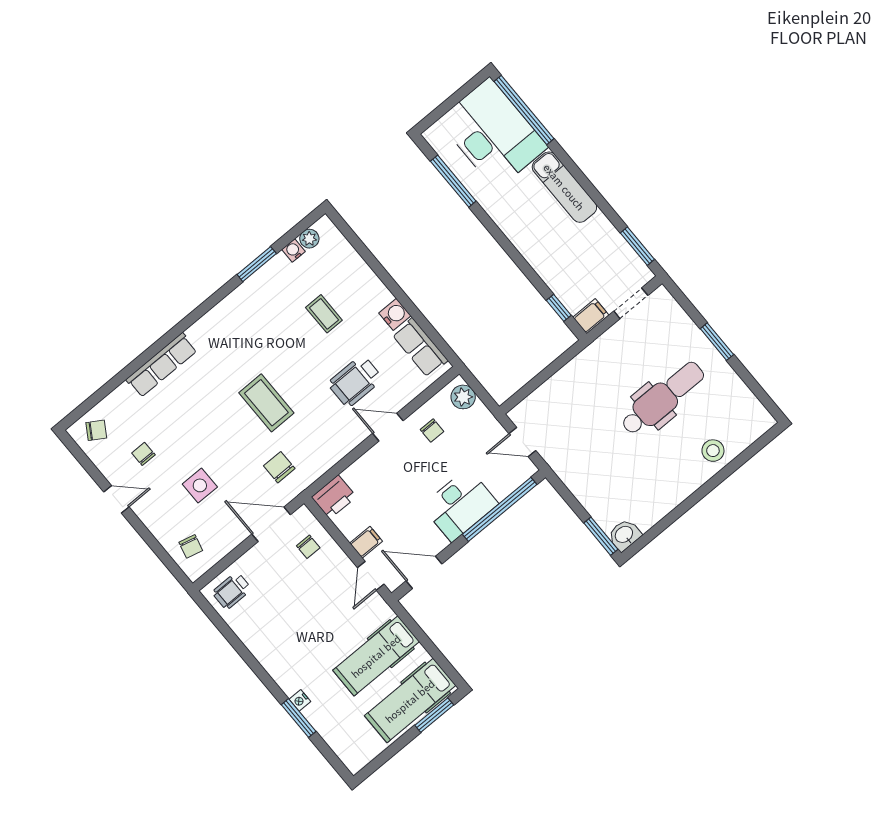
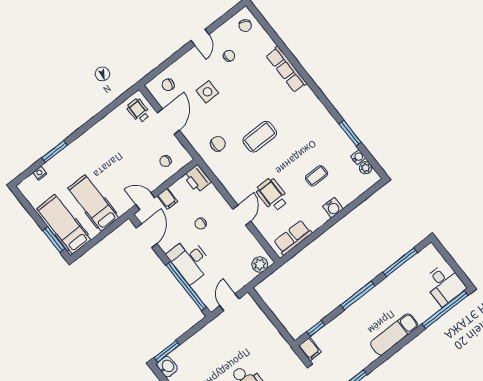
desk: (493, 134) -> (444, 284), width x0.53, depth x0.77
window: (506, 245) -> (358, 295), added
water cooler: (395, 314) -> (333, 208), moved
chair: (432, 431) -> (201, 224), moved
door: (271, 524) -> (168, 122), moved
nightstand: (300, 700) -> (40, 173), moved

